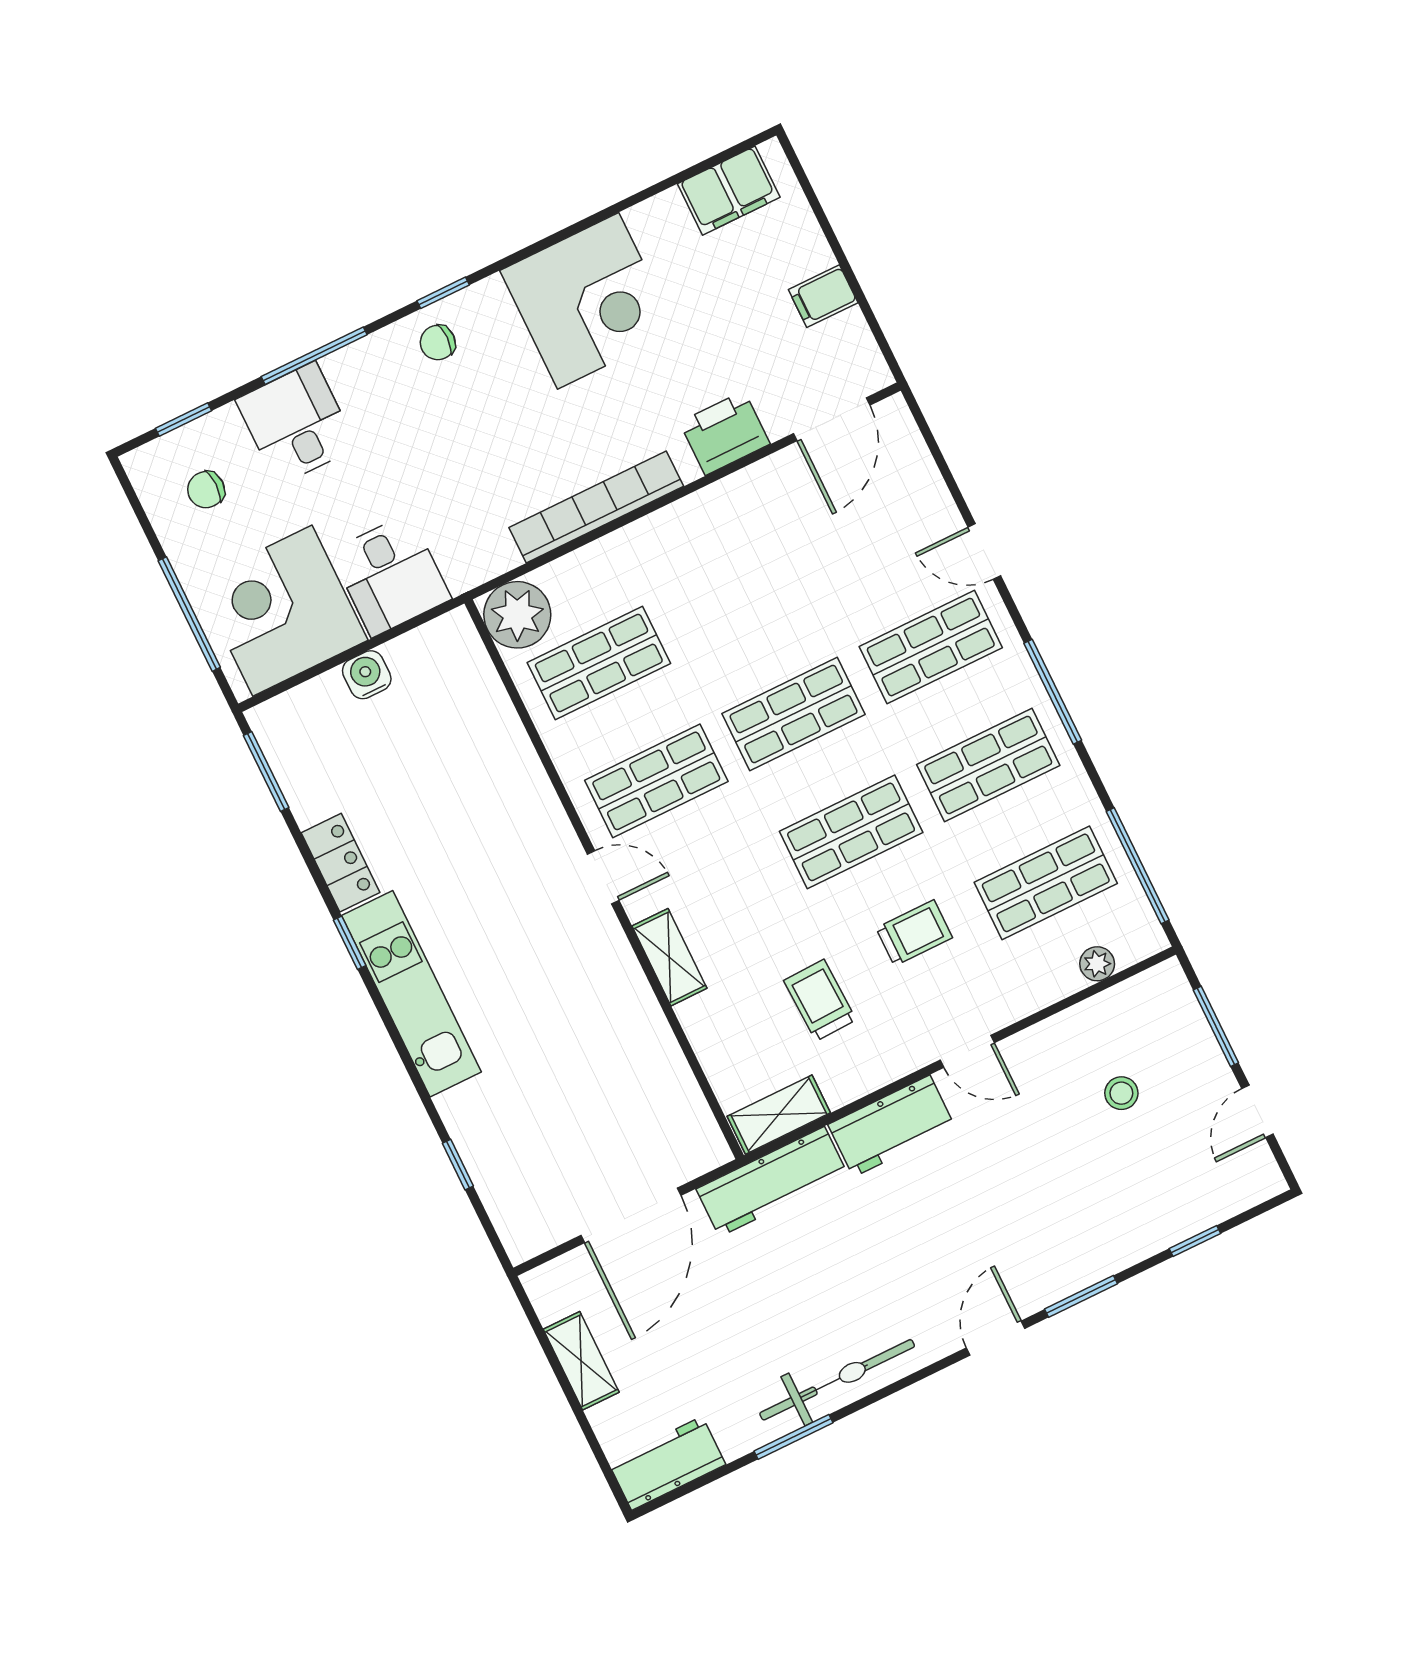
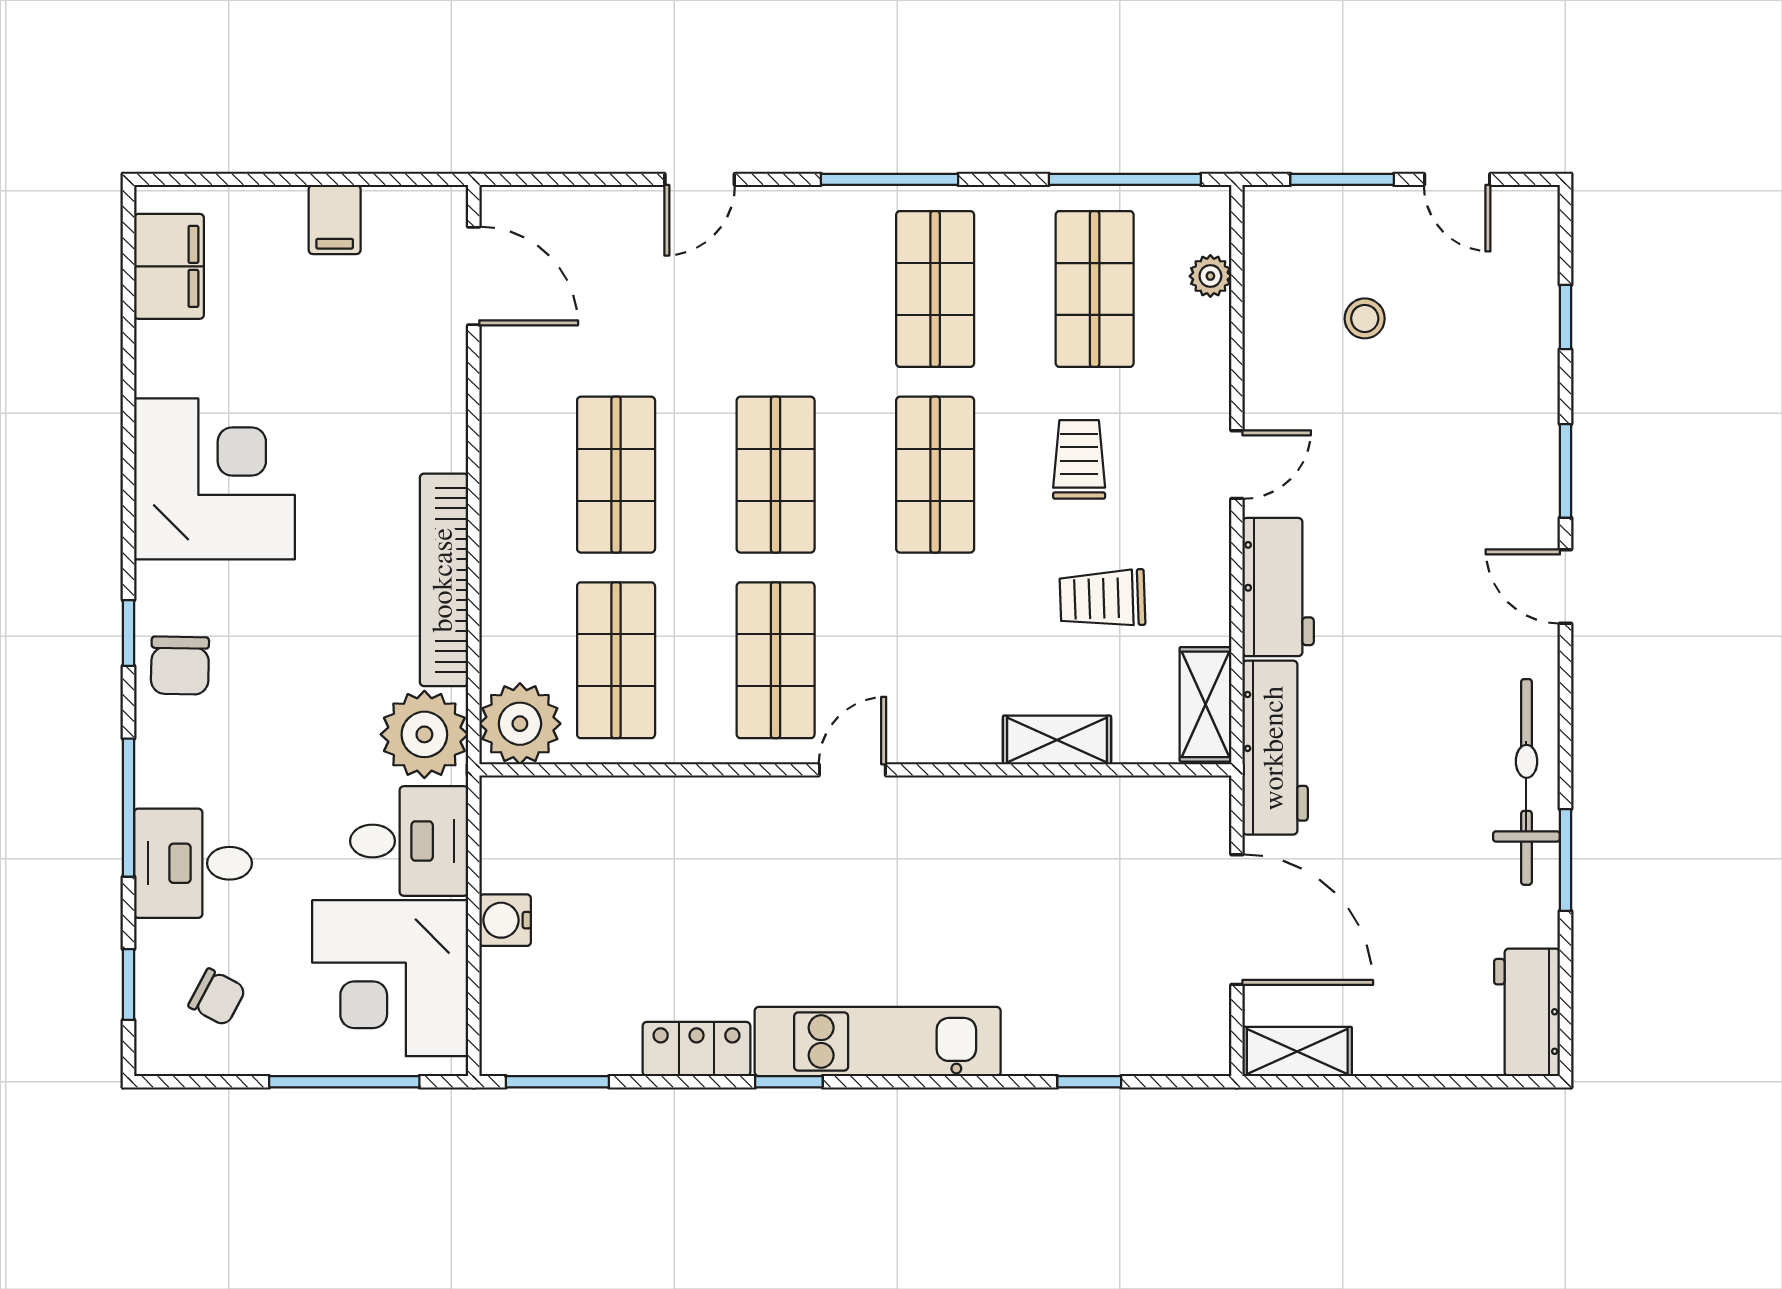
chair: (438, 343) -> (180, 666), width x1.37, depth x1.37
printer: (725, 433) -> (432, 400), removed
chair: (206, 490) -> (217, 997), turned -62
plant: (475, 548) -> (424, 734), added
shop shelf: (931, 647) -> (616, 475), moved
shelving: (669, 957) -> (1057, 740), moved
shelving: (581, 1361) -> (1297, 1052), moved

